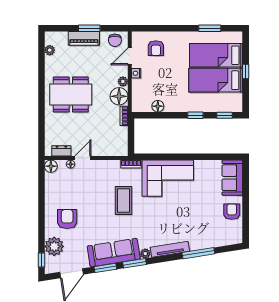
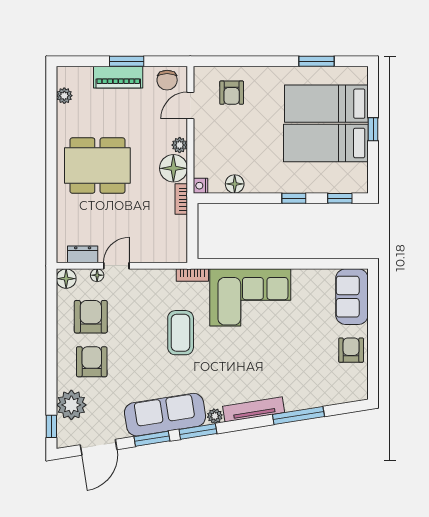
nightstand: (136, 73) -> (200, 186), moved
armchair: (67, 190) -> (91, 317), added

